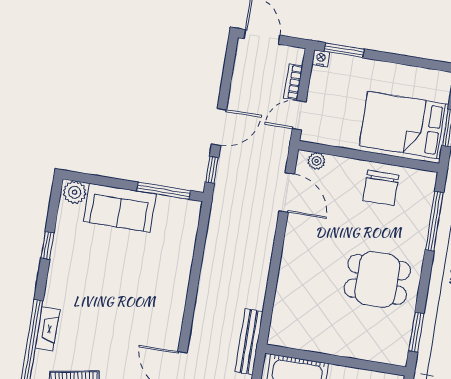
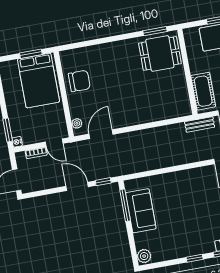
sofa: (120, 208) -> (141, 211), moved
window: (434, 221) -> (88, 43), removed
window: (47, 245) -> (195, 258), moved
dining table: (377, 279) -> (160, 53), moved, turned 90
bench: (249, 342) -> (200, 124), width x0.73

